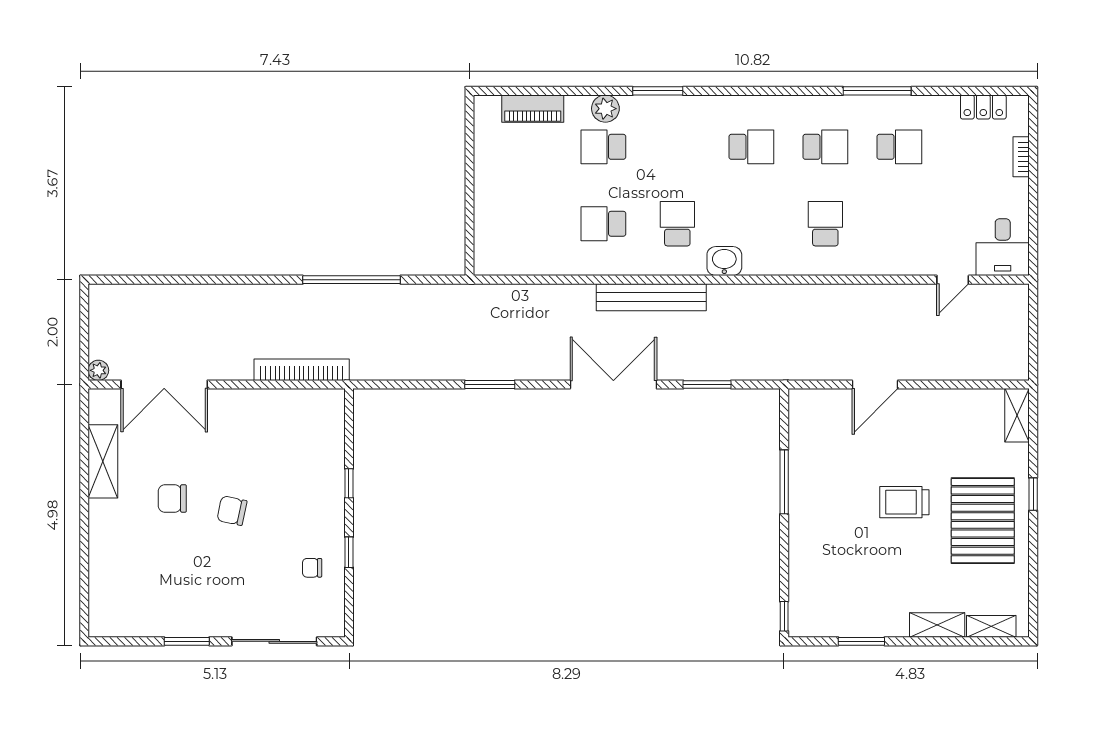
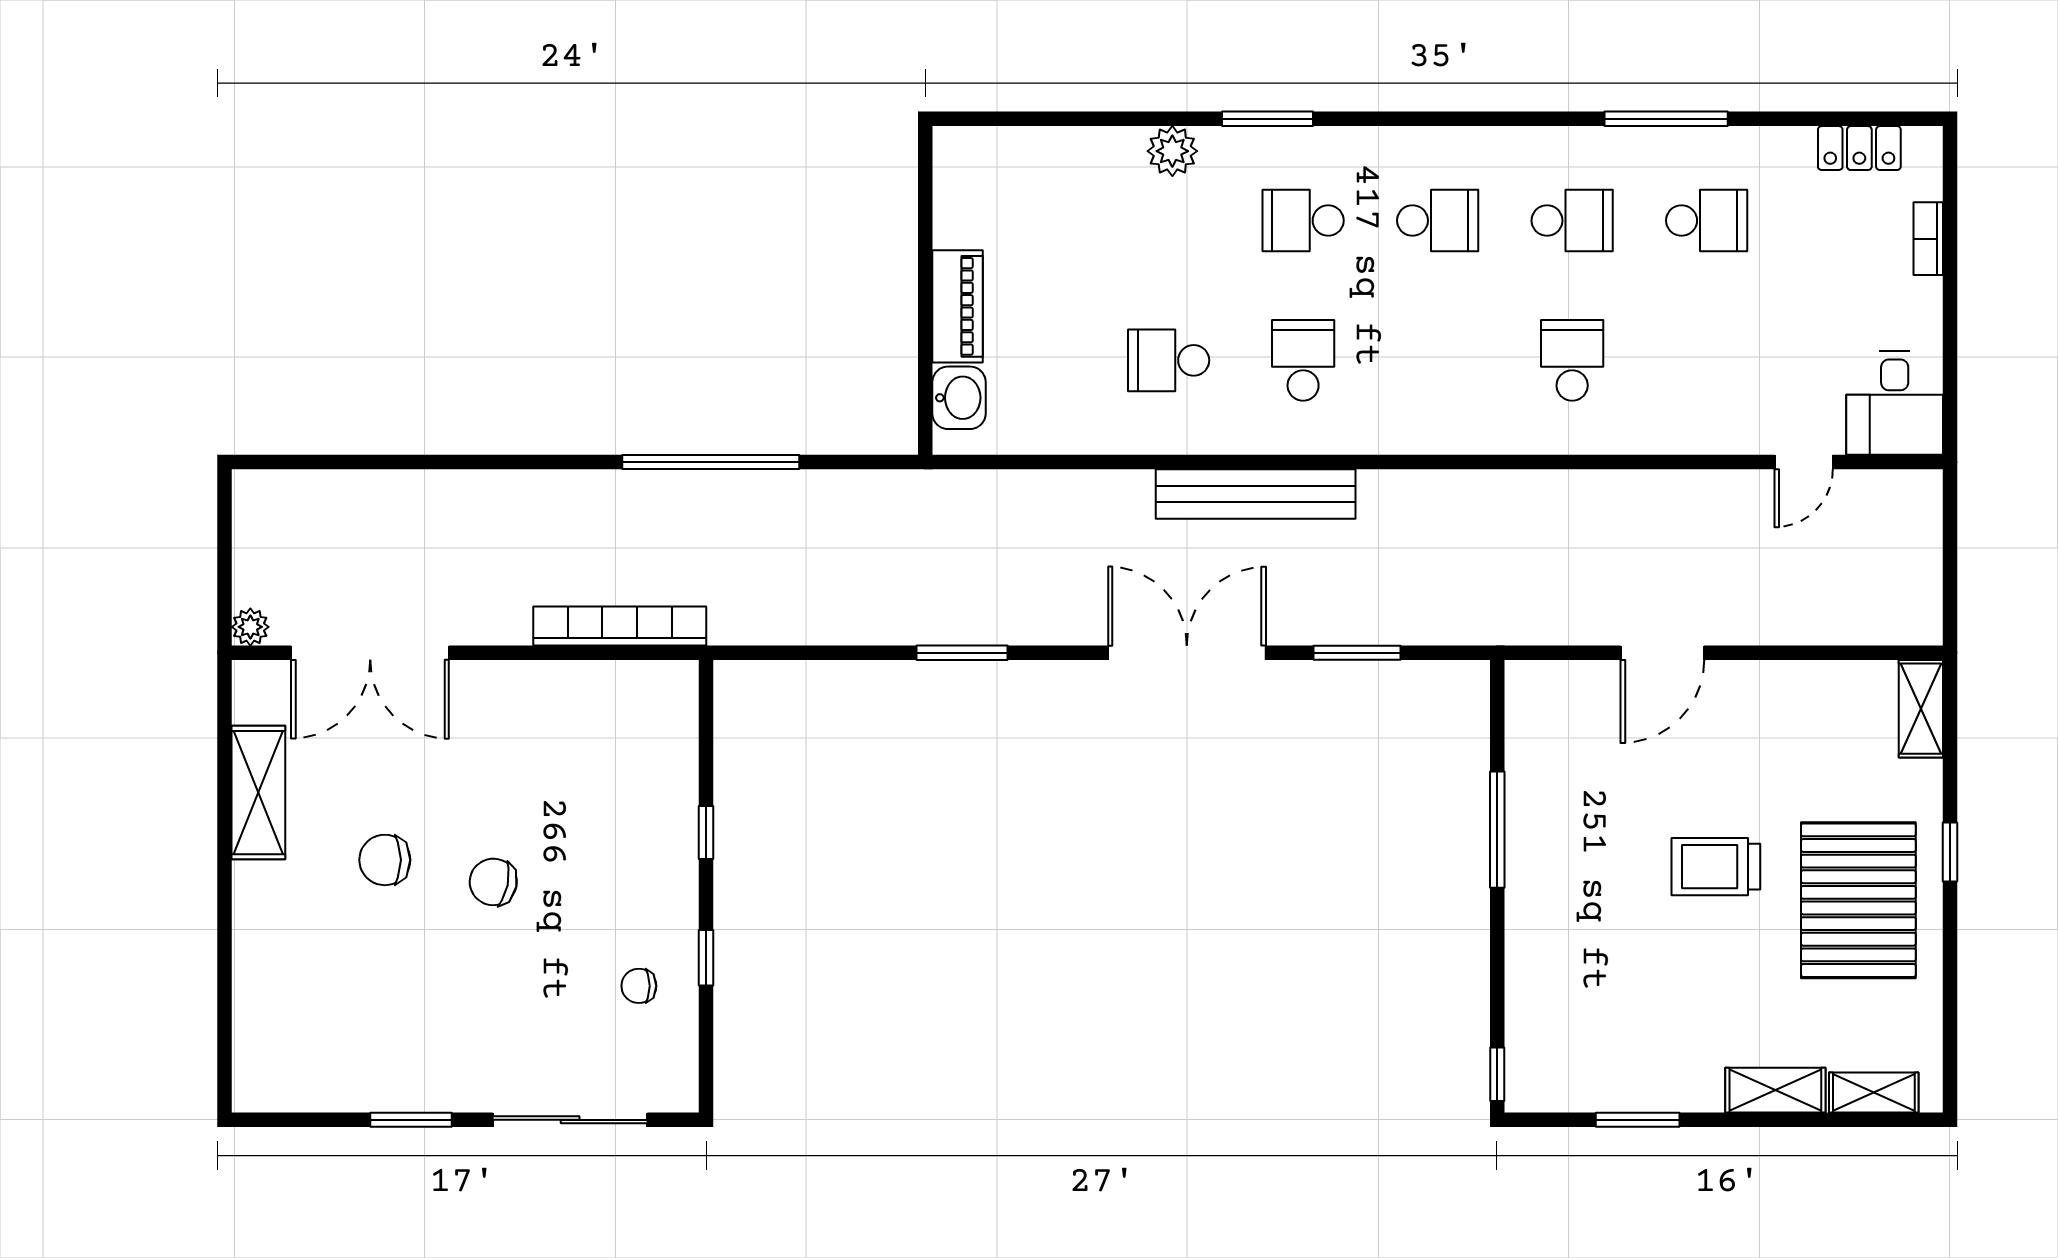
piano: (533, 109) -> (957, 306), moved, turned -90
school desk: (603, 147) -> (1303, 221), moved
washbasin: (724, 261) -> (959, 398), moved, turned 90

